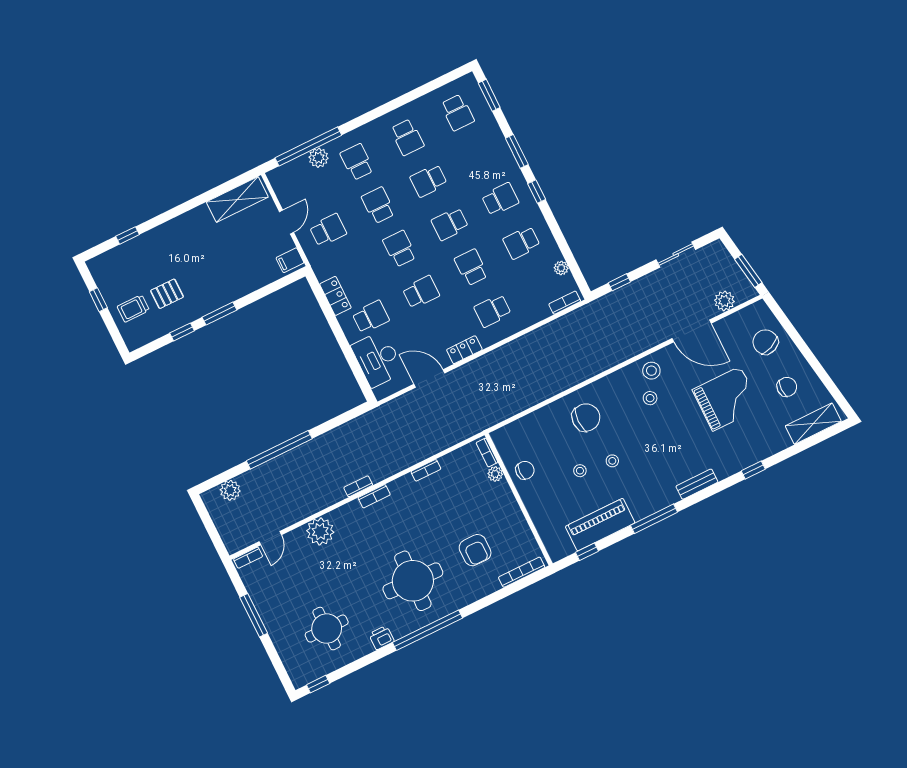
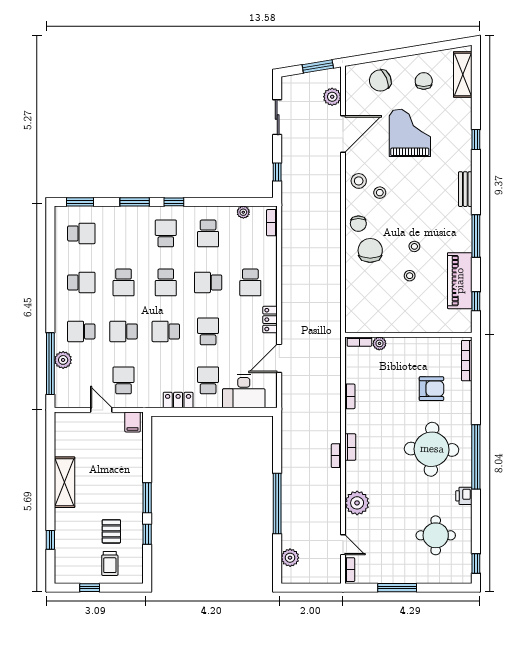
shelving: (237, 200) -> (65, 482), moved
chair: (525, 470) -> (358, 224), moved, turned 180

